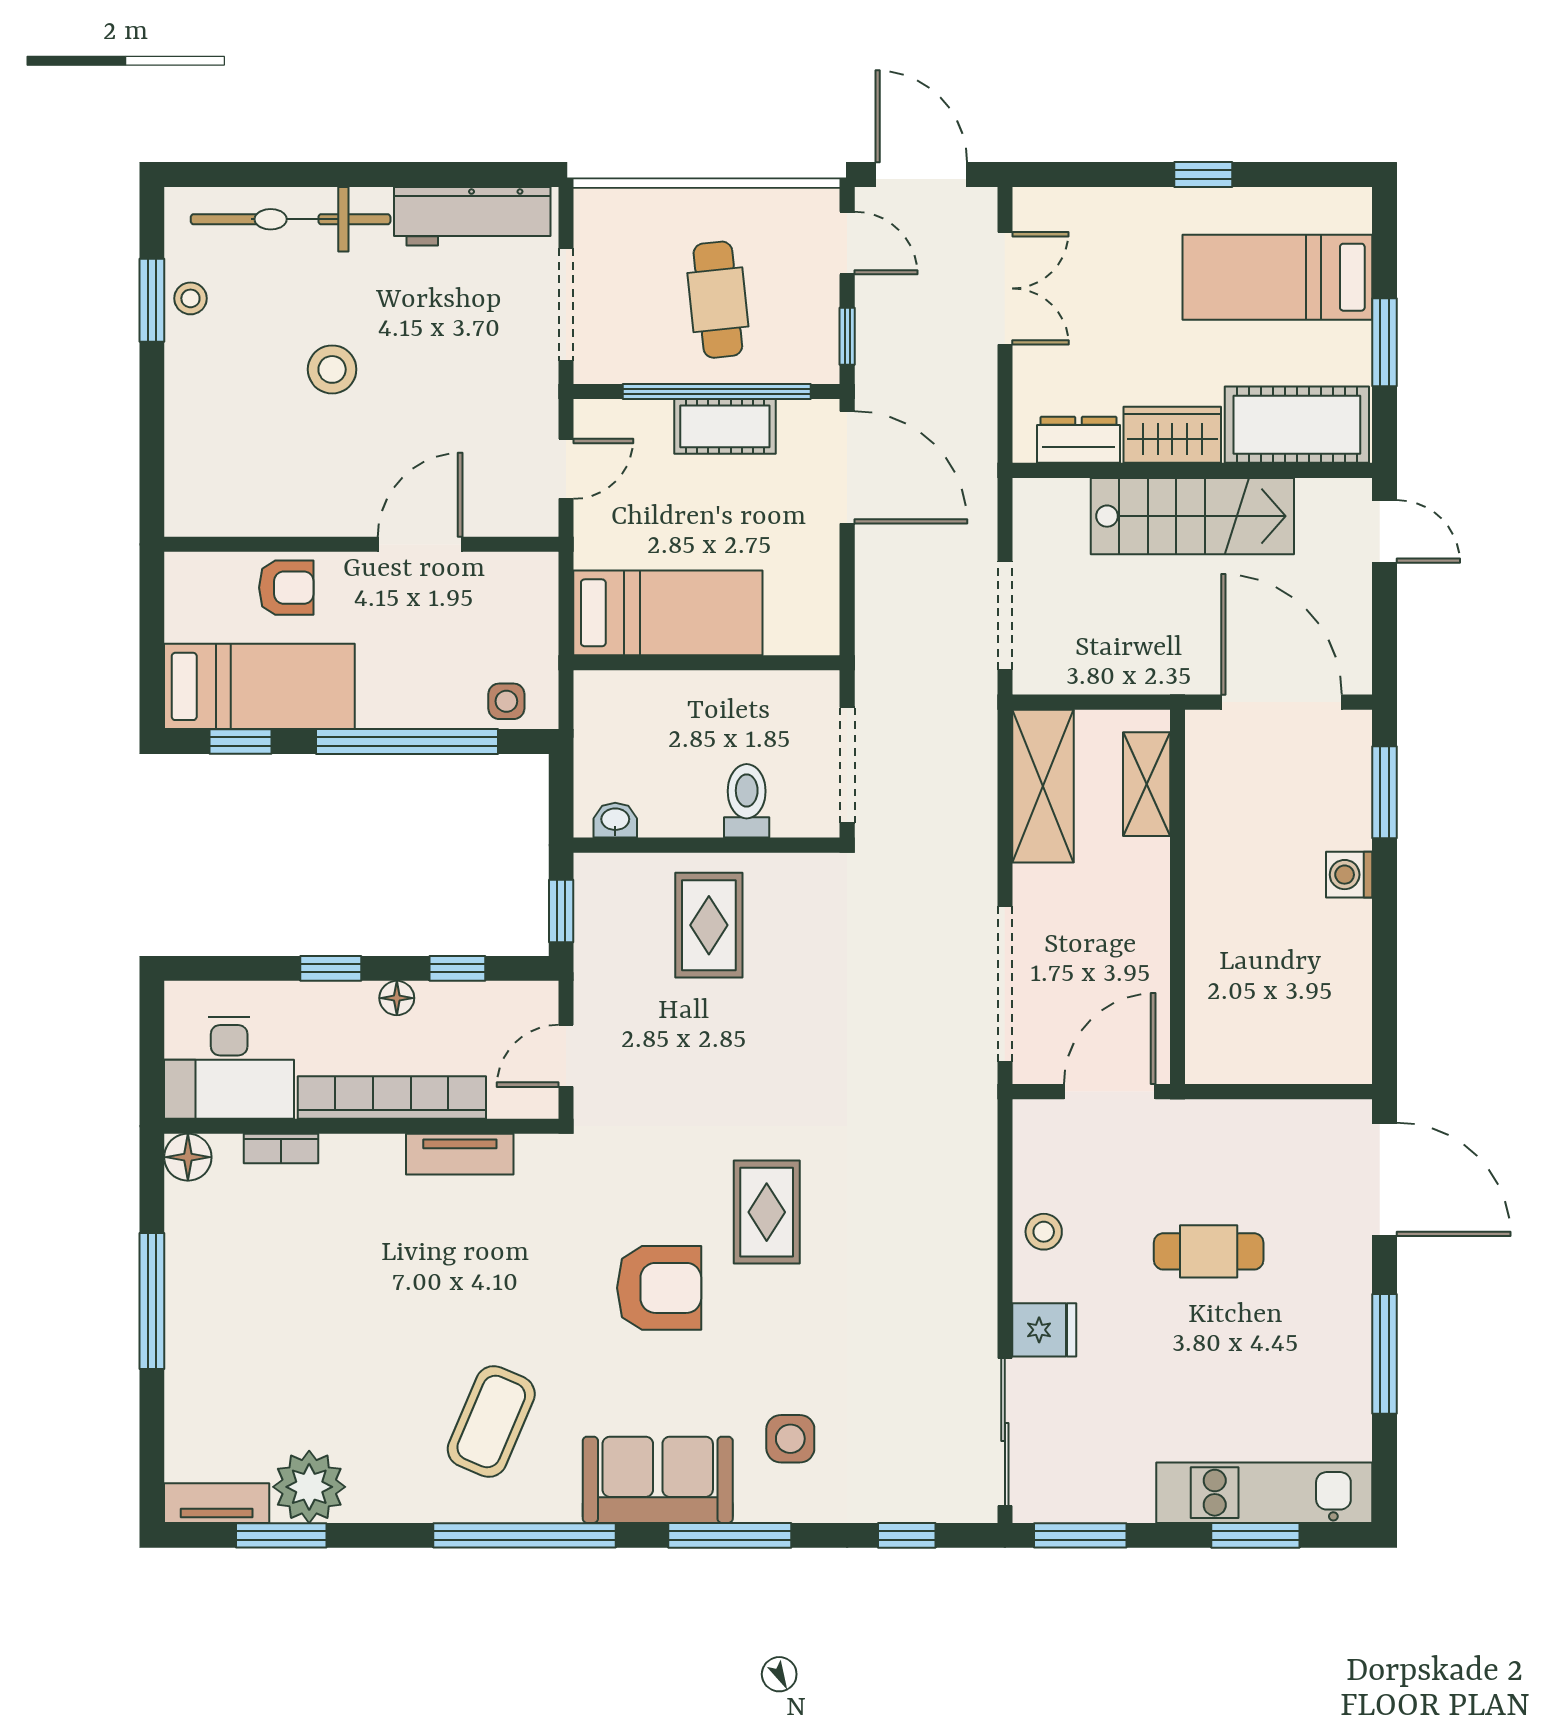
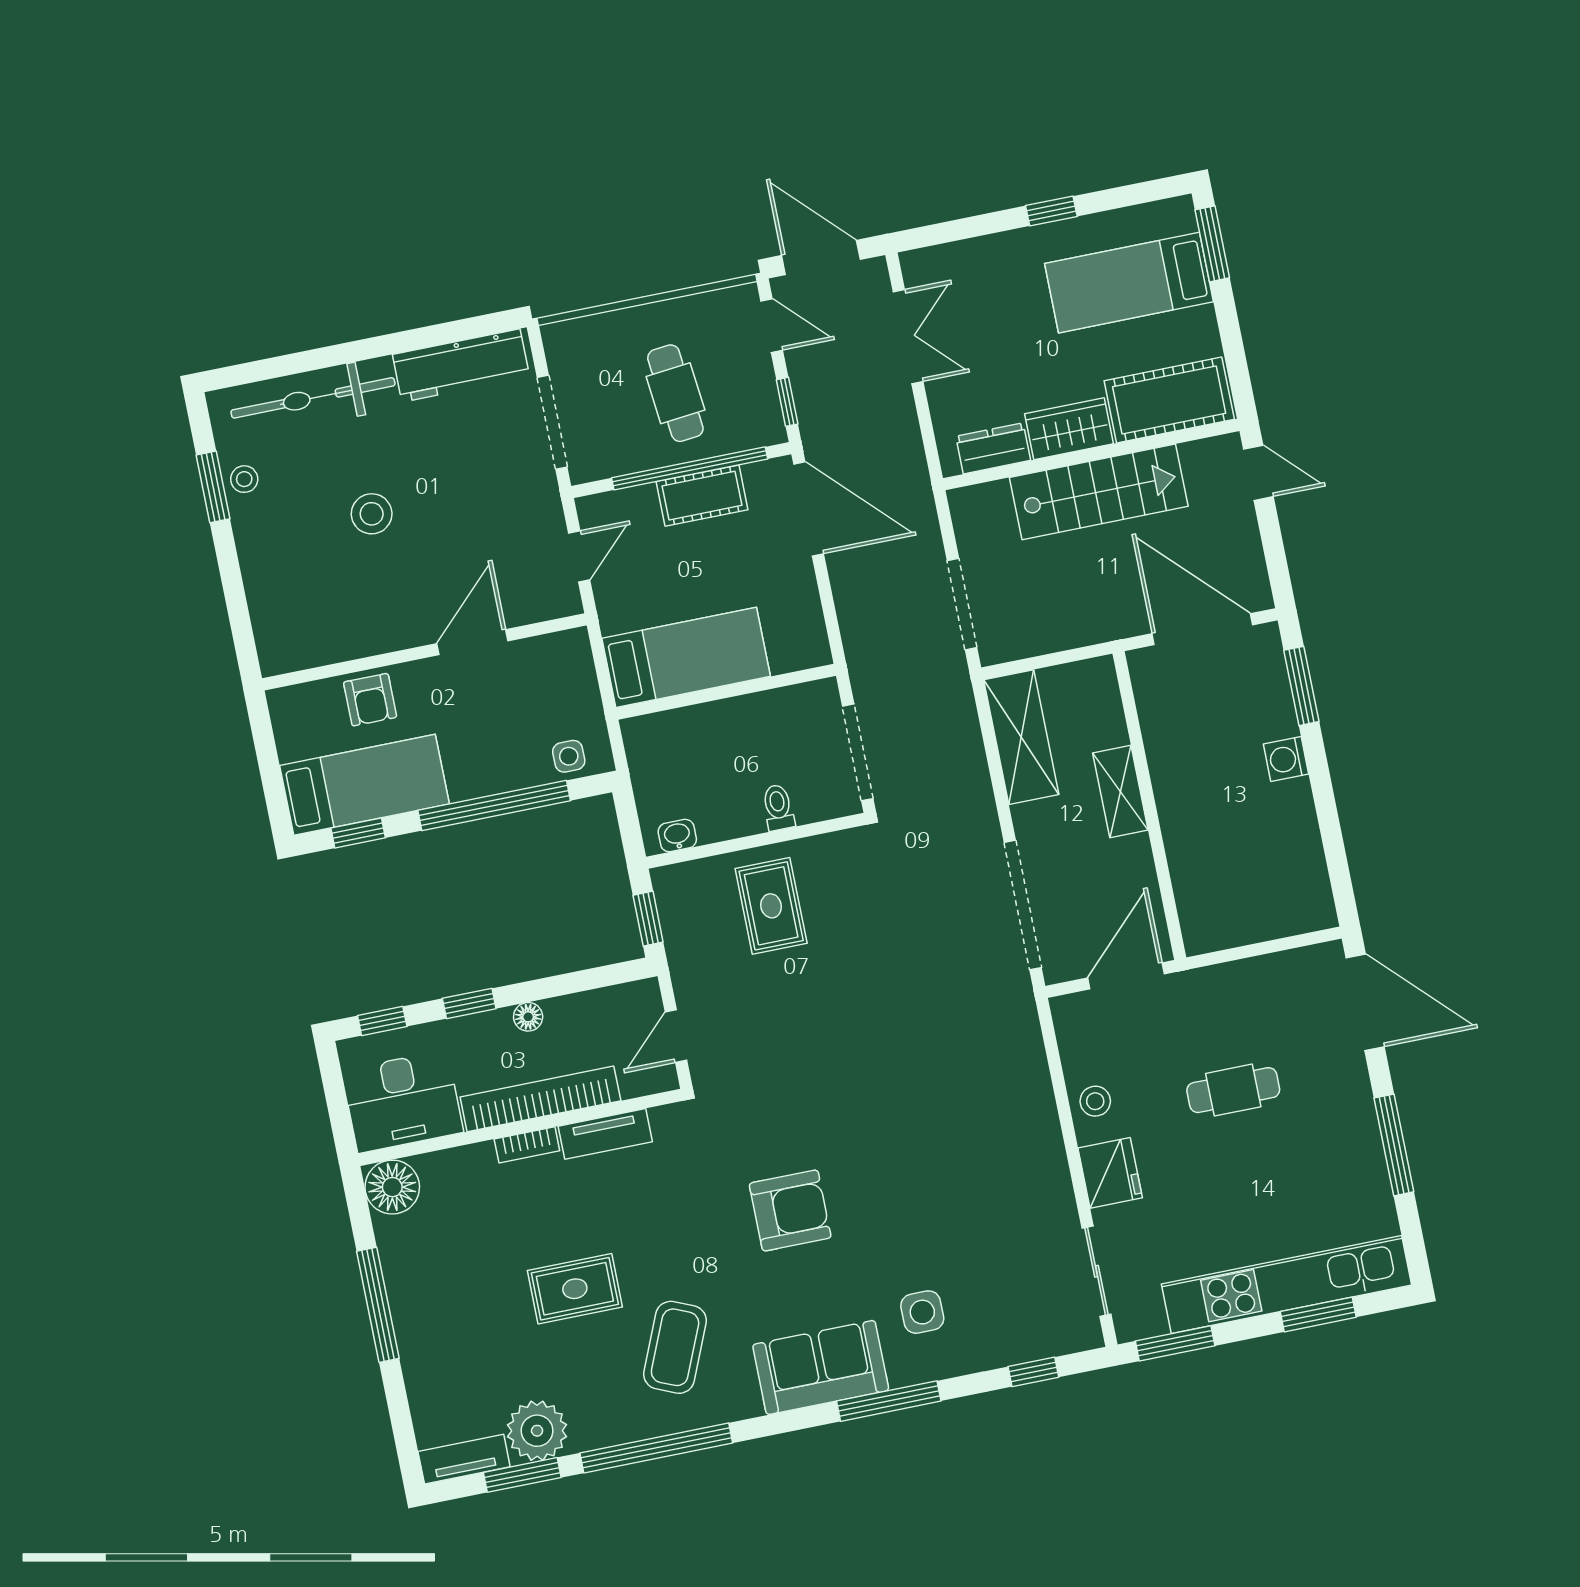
window: (1385, 342) -> (1212, 244), moved
armchair: (286, 588) -> (370, 700), turned 90
shelving: (1147, 784) -> (1120, 792), moved
toilet: (747, 801) -> (778, 807), width x0.73, depth x0.72
window: (457, 968) -> (382, 1021), moved
bookcase: (281, 1148) -> (527, 1145), moved
floor lamp: (188, 1157) -> (392, 1187), width x1.38, depth x1.38
rug: (767, 1212) -> (575, 1289), moved, turned 90
fridge: (1044, 1330) -> (1110, 1173), width x1.38
sliding door: (1005, 1432) -> (1097, 1271), width x0.73
kitchen unit: (1264, 1493) -> (1286, 1285), width x1.36
window: (525, 1535) -> (656, 1448), moved

